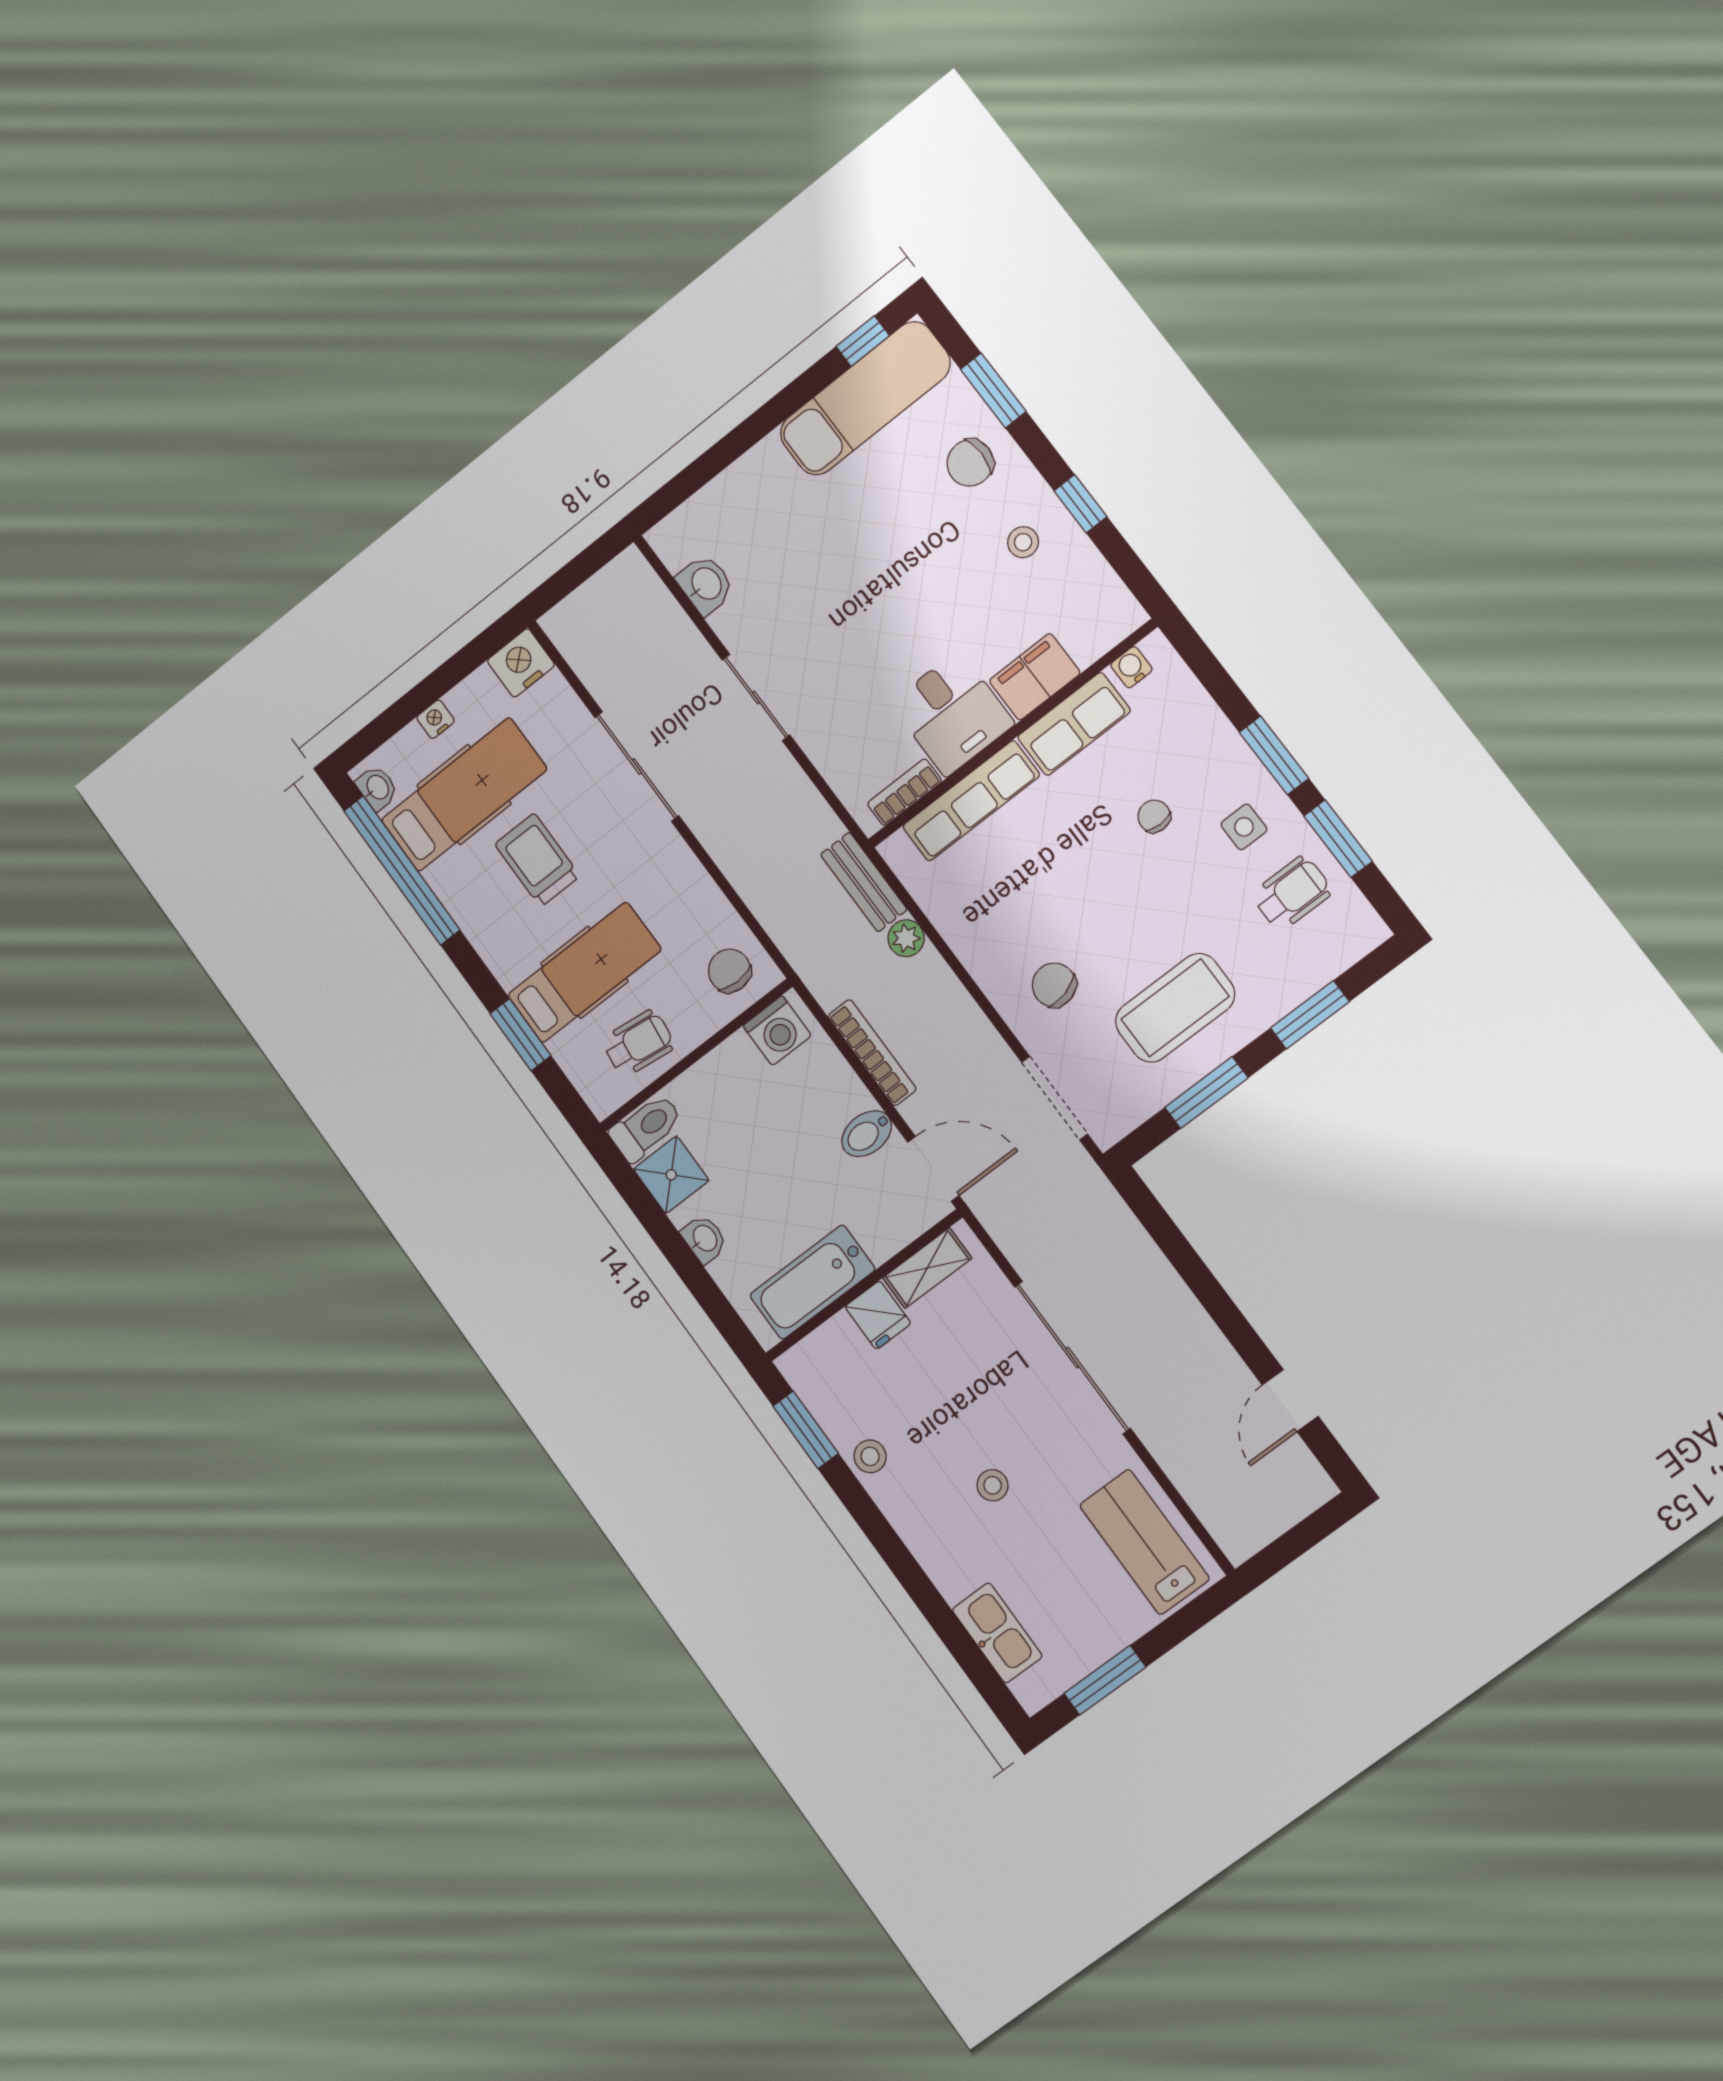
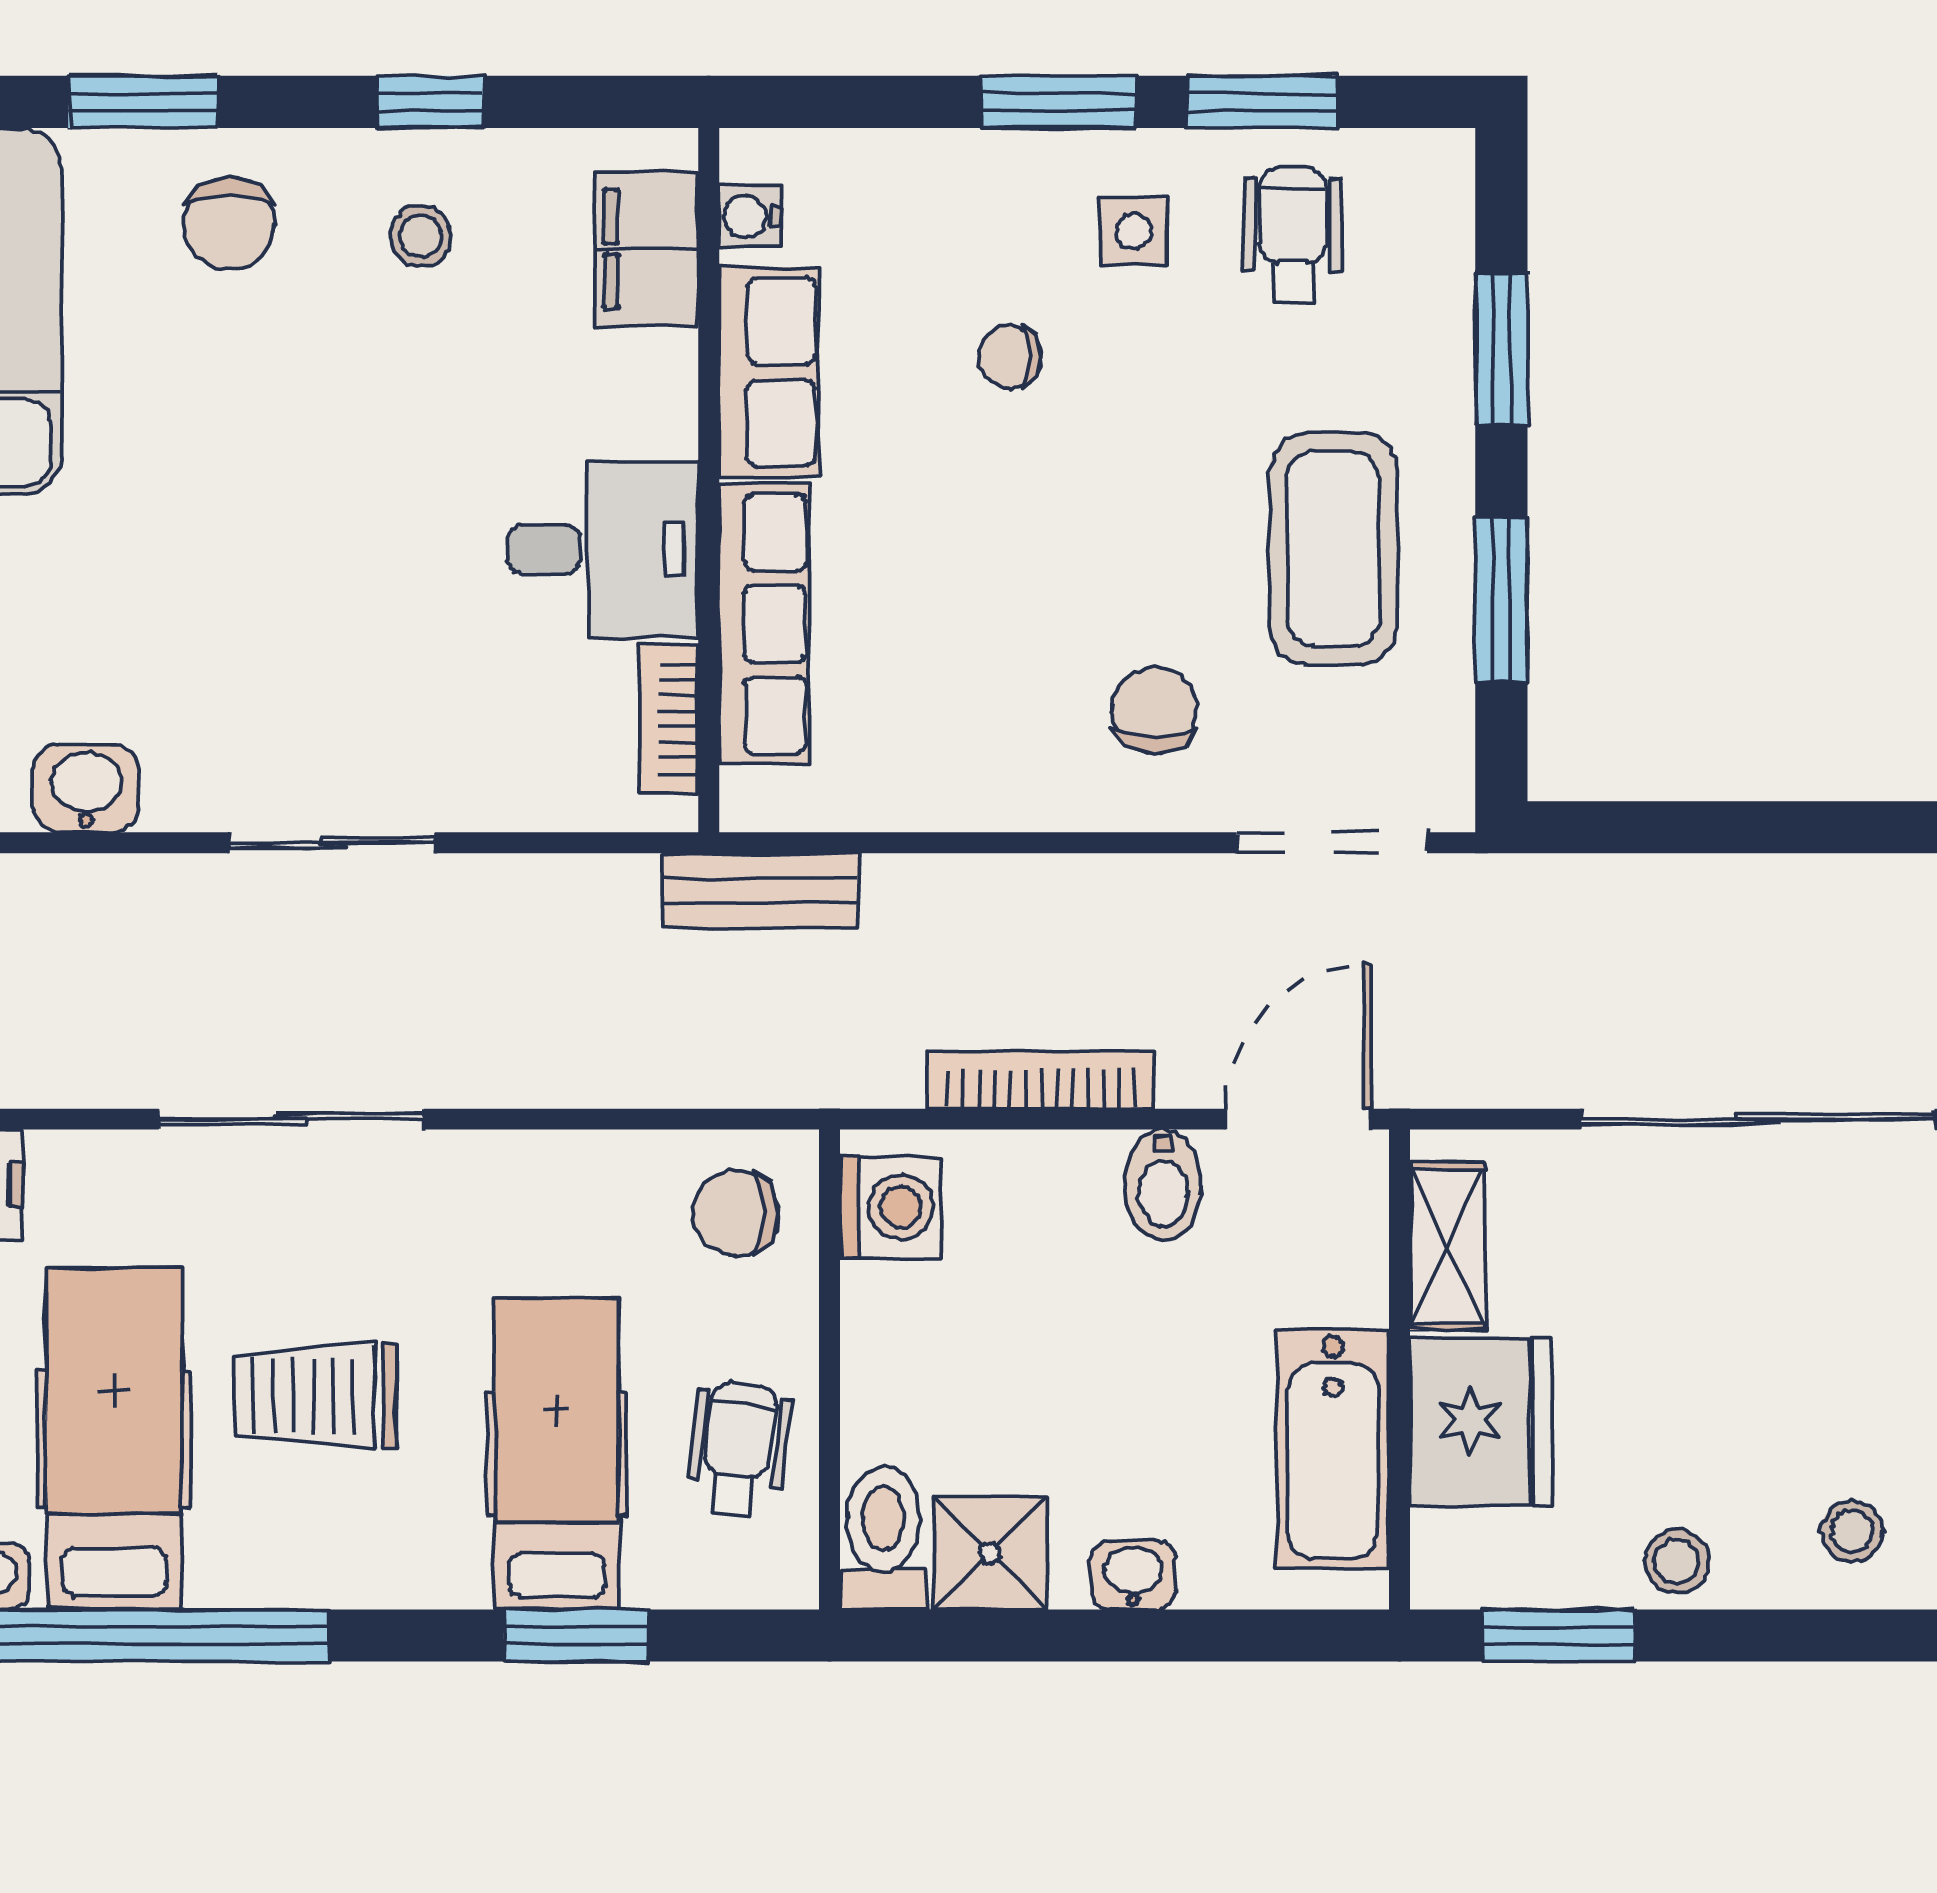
filing cabinet: (1035, 677) -> (647, 249), moved
plant: (906, 938) -> (902, 889), removed
chair: (1054, 985) -> (1154, 711), turned 105
fridge: (878, 1315) -> (1481, 1421), width x1.88, depth x1.34
stool: (993, 1485) -> (1852, 1531), moved

